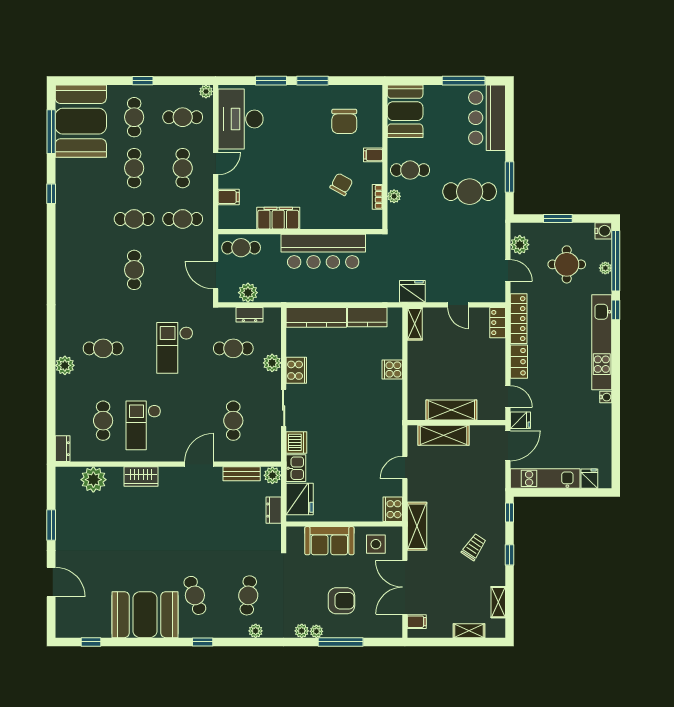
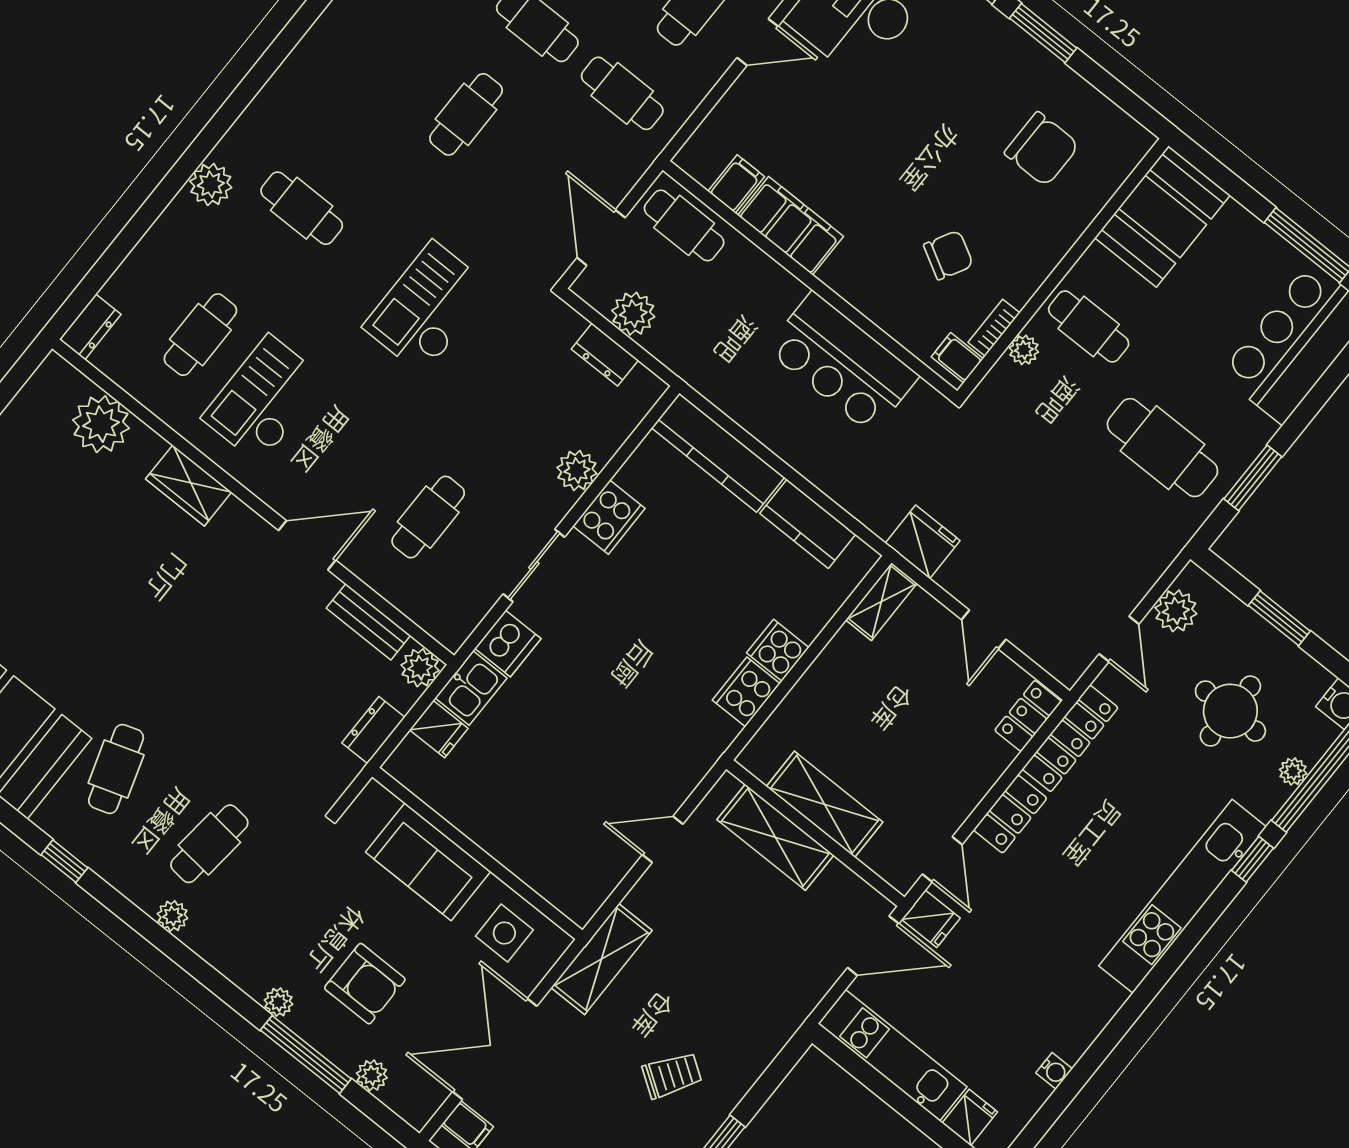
chair: (344, 121) -> (1042, 149), turned -90
filing cabinet: (373, 155) -> (957, 358), moved
filing cabinet: (229, 197) -> (736, 184), moved, turned -90
bar counter: (323, 251) -> (842, 363), width x0.73
cafe table: (233, 348) -> (529, 391), removed
water cooler: (606, 397) -> (1054, 1071), moved
fridge: (300, 499) -> (439, 729), width x0.53, depth x0.75
cooker: (393, 509) -> (746, 692), moved
window: (509, 513) -> (782, 1065), removed
plant: (302, 631) -> (372, 1075), moved

